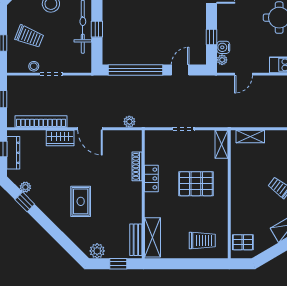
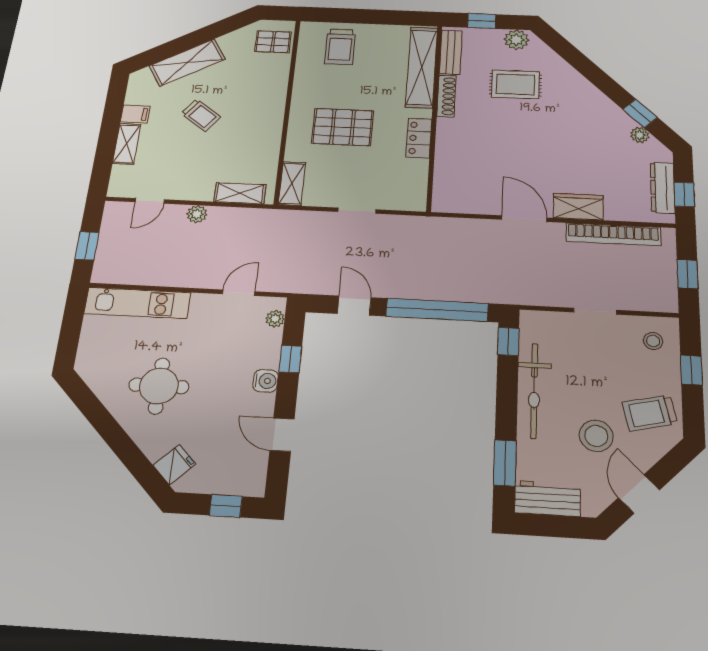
window: (97, 29) -> (508, 342), moved
trolley: (29, 36) -> (650, 413), moved, turned -35
water cooler: (223, 47) -> (266, 381), moved
stool: (34, 66) -> (653, 341), moved
door: (180, 70) -> (354, 306), swing flipped
plant: (129, 122) -> (197, 214), moved
shoe rack: (137, 166) -> (446, 96), moved
rug: (81, 201) -> (515, 84), moved, turned 90
shelving: (153, 237) -> (422, 67), width x1.47
trolley: (202, 240) -> (340, 47), turned -90

